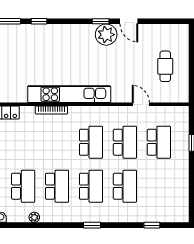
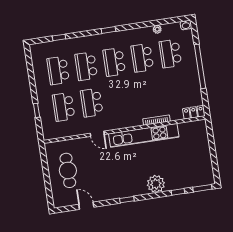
door: (129, 21) -> (86, 206), moved
plant: (106, 35) -> (156, 184), moved
cafe table: (165, 66) -> (68, 170), width x1.37, depth x1.35
door: (141, 104) -> (97, 134), moved
school desk: (91, 142) -> (58, 71), moved

